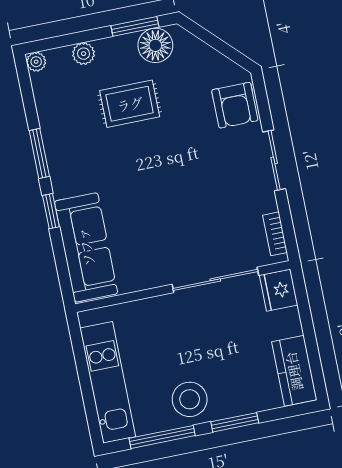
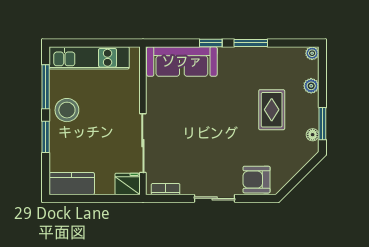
floor lamp: (155, 45) -> (313, 135), width x0.53, depth x0.53

